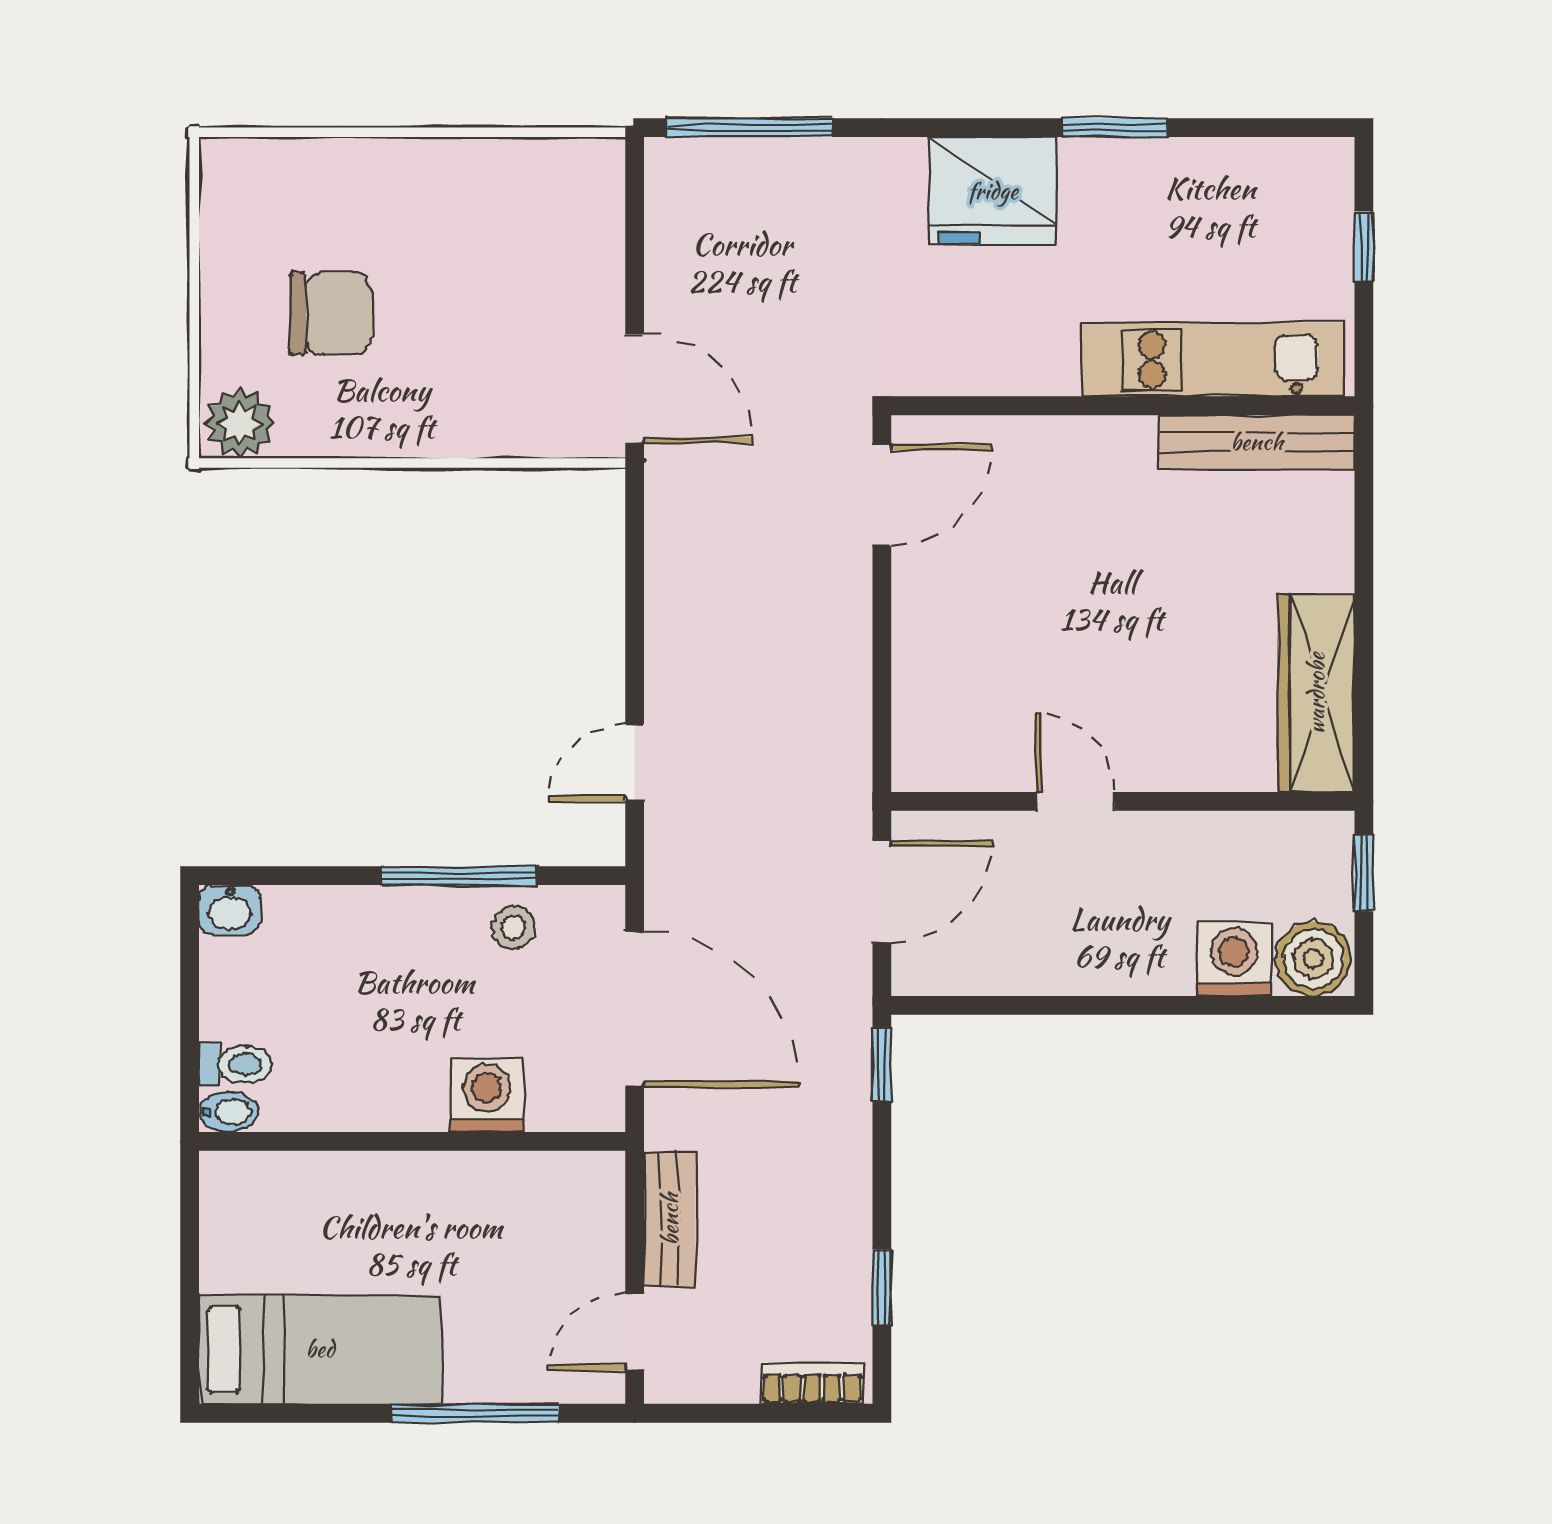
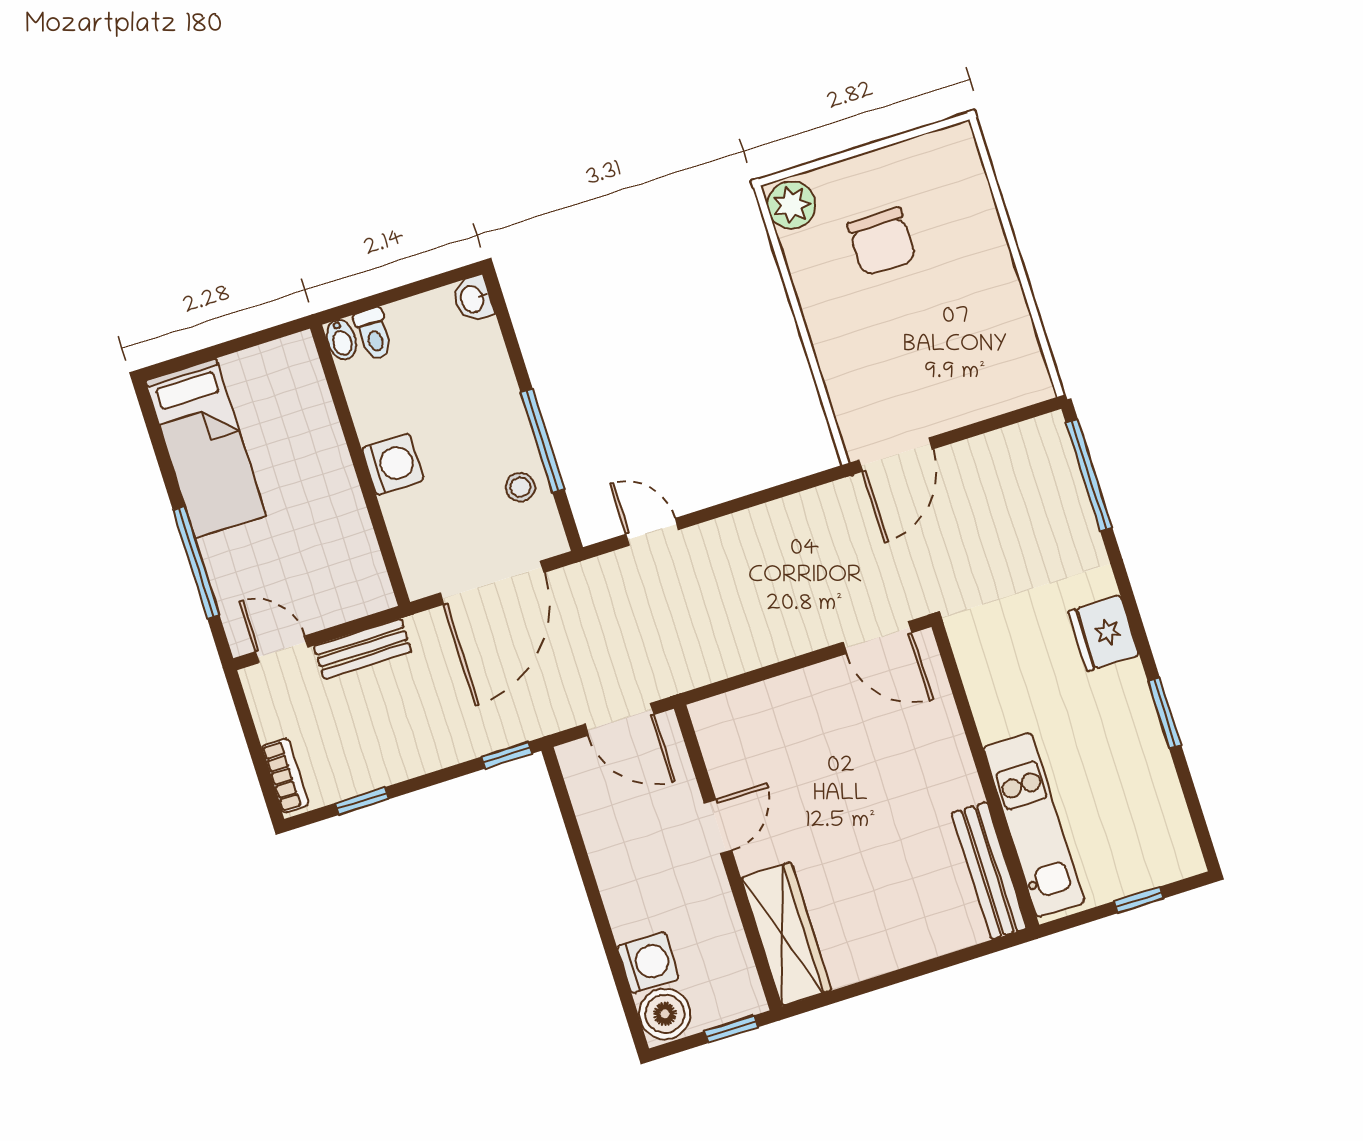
fridge: (993, 191) -> (1104, 633), width x0.73, depth x0.75
wardrobe: (1316, 693) -> (786, 934), moved, turned 90
washing machine: (486, 1095) -> (393, 464), moved

